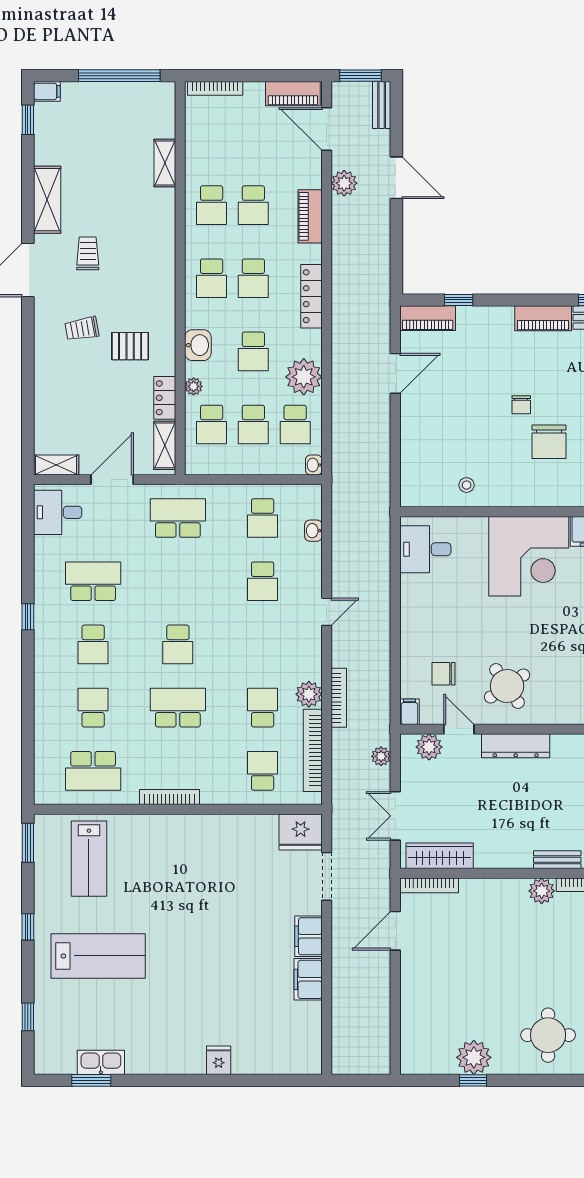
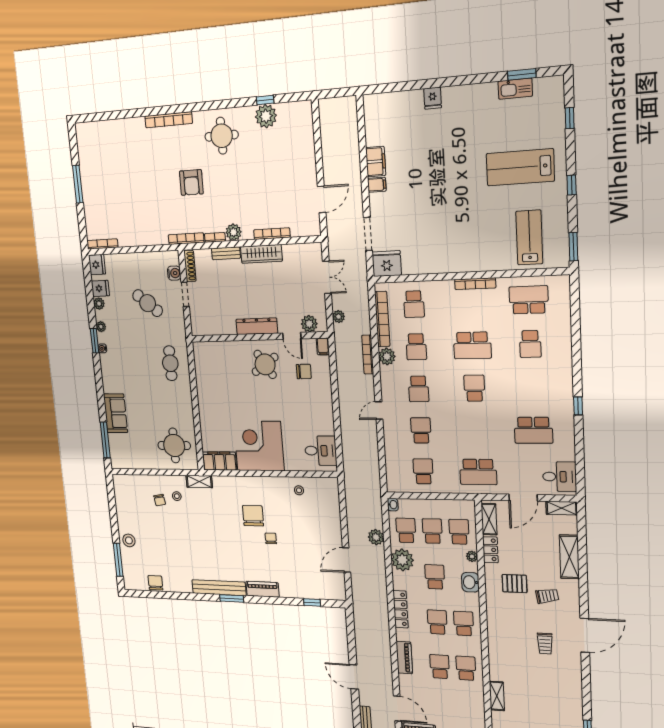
plant: (344, 183) -> (376, 537), moved
shelving: (47, 200) -> (569, 557), moved
piano: (428, 318) -> (330, 593), removed
washbasin: (313, 531) -> (390, 463), removed
school desk: (93, 644) -> (419, 389), moved, turned 180
wardrobe: (440, 856) -> (261, 254), moved
bookcase: (429, 885) -> (272, 234), moved
filing cabinet: (308, 936) -> (377, 185), width x0.50

